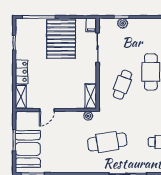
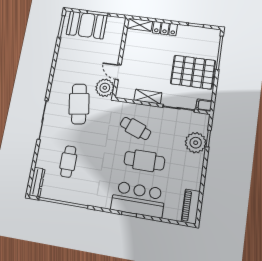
plant: (123, 23) -> (196, 143), width x1.87, depth x1.87
shelving: (91, 96) -> (148, 97), moved
door: (47, 110) -> (118, 72), moved
plant: (88, 116) -> (105, 88), width x1.87, depth x1.87

